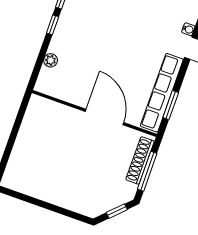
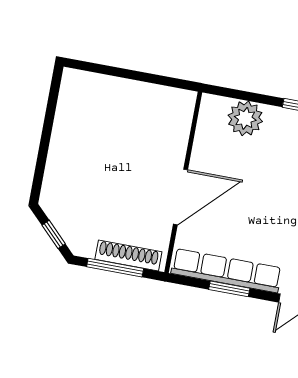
plant: (51, 60) -> (245, 118), width x1.87, depth x1.87
window: (171, 105) -> (229, 289), moved

